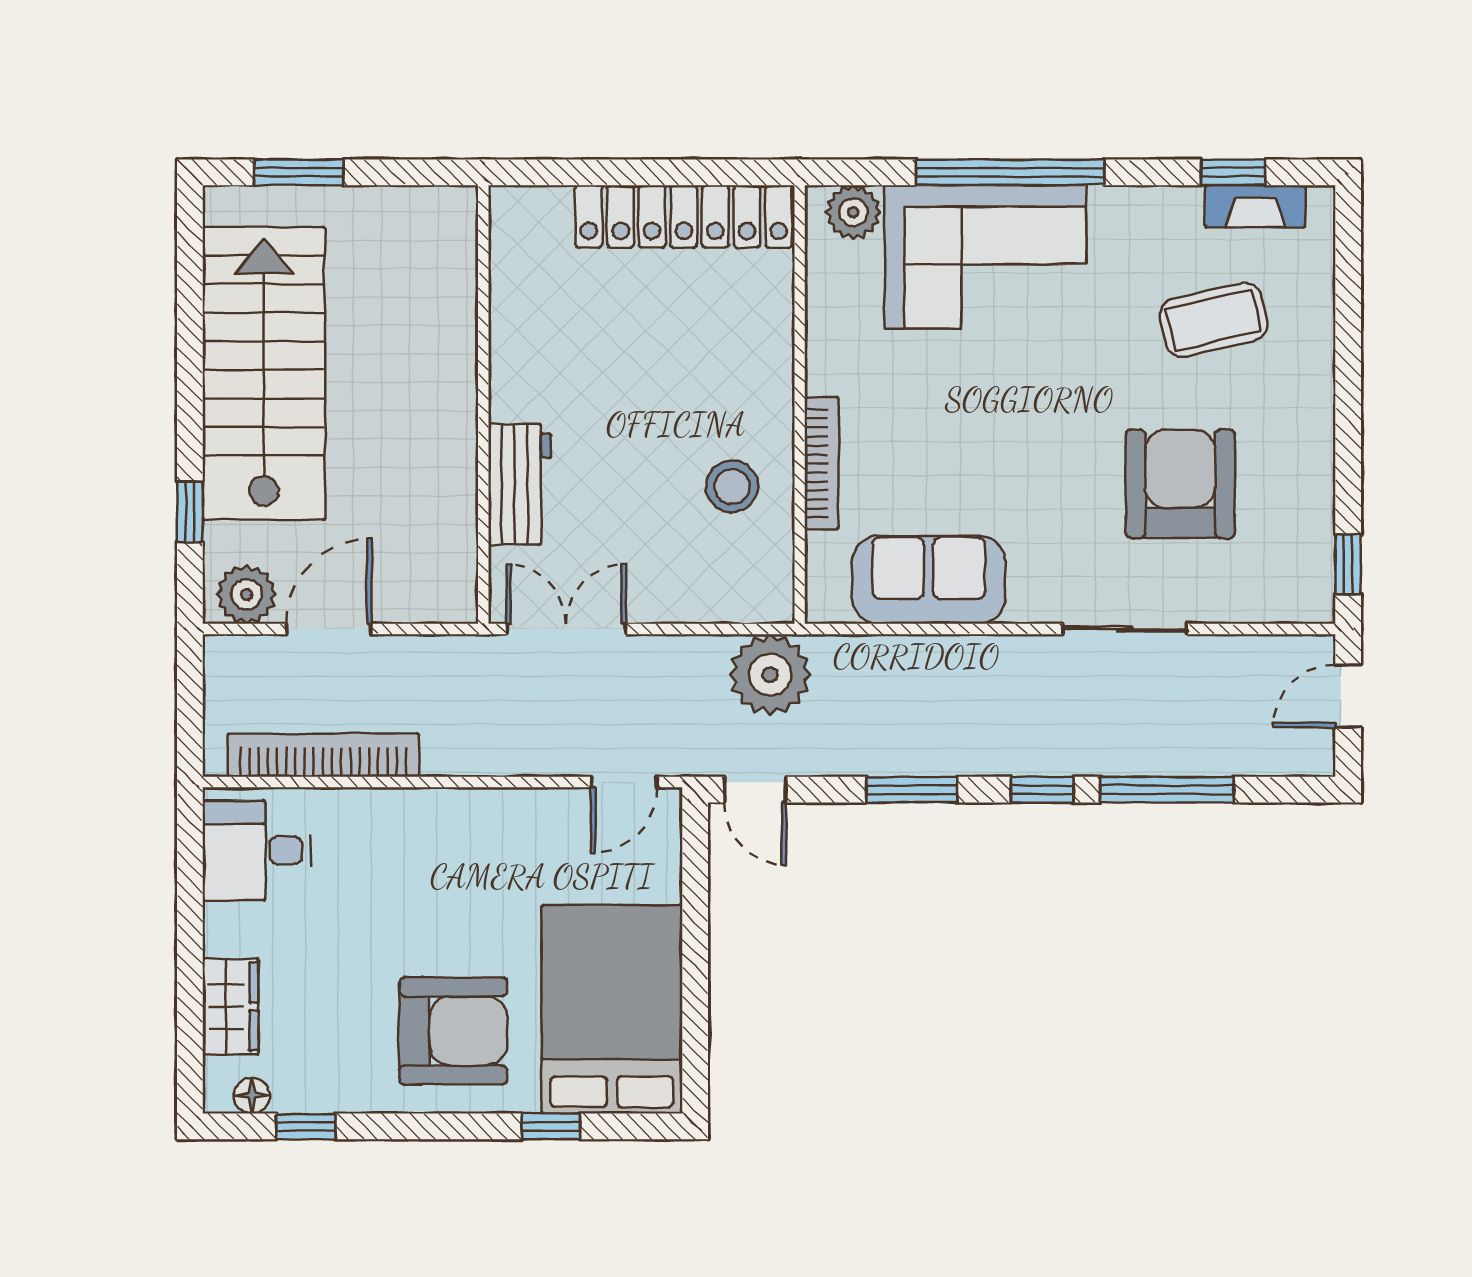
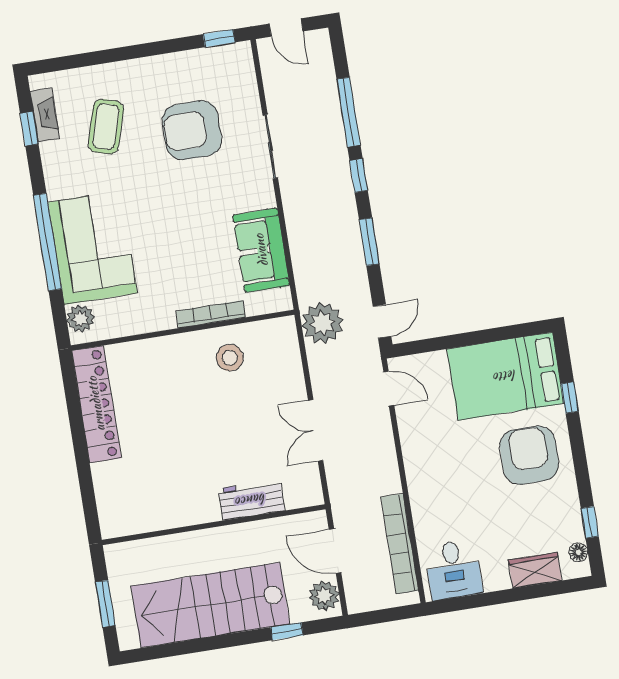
coffee table: (1214, 320) -> (106, 127), turned 30
wall: (483, 404) -> (214, 525), moved
workbench: (520, 484) -> (251, 500), moved

